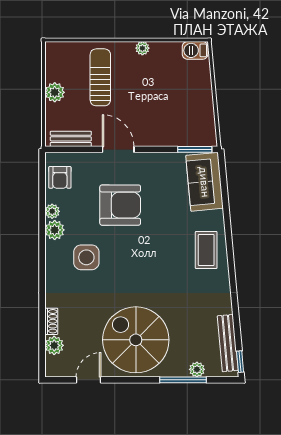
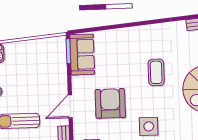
sofa: (205, 182) -> (82, 54), moved, turned -85
coffee table: (206, 250) -> (156, 72), moved, turned 90

